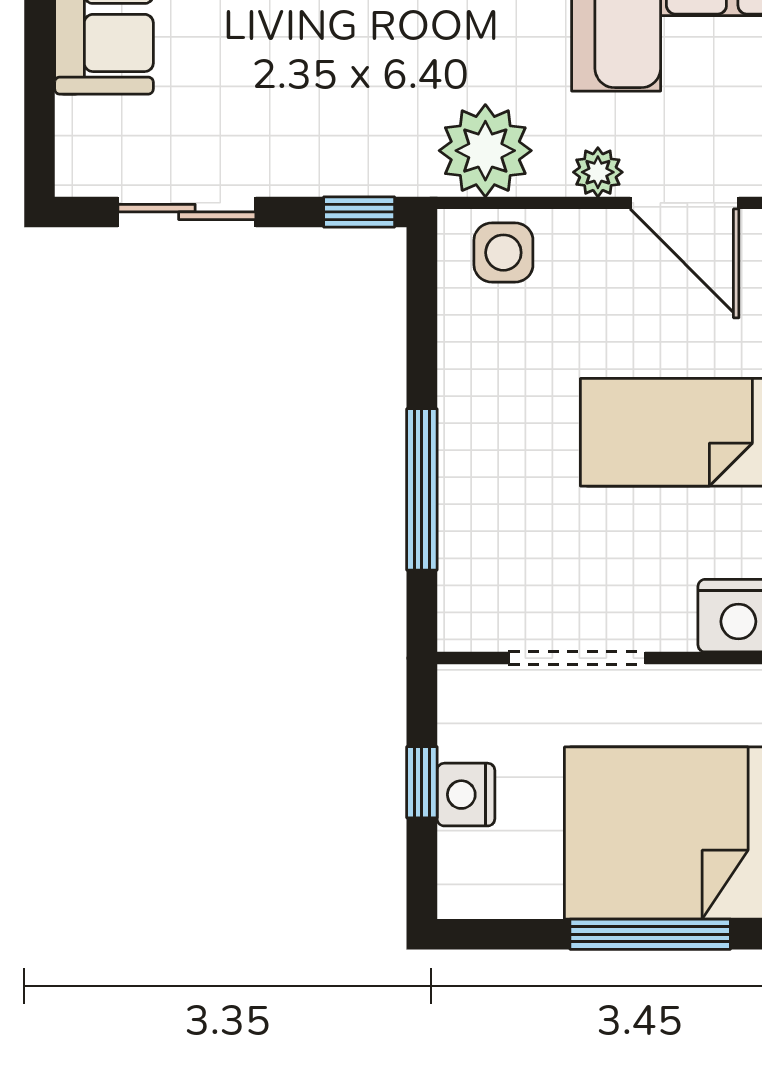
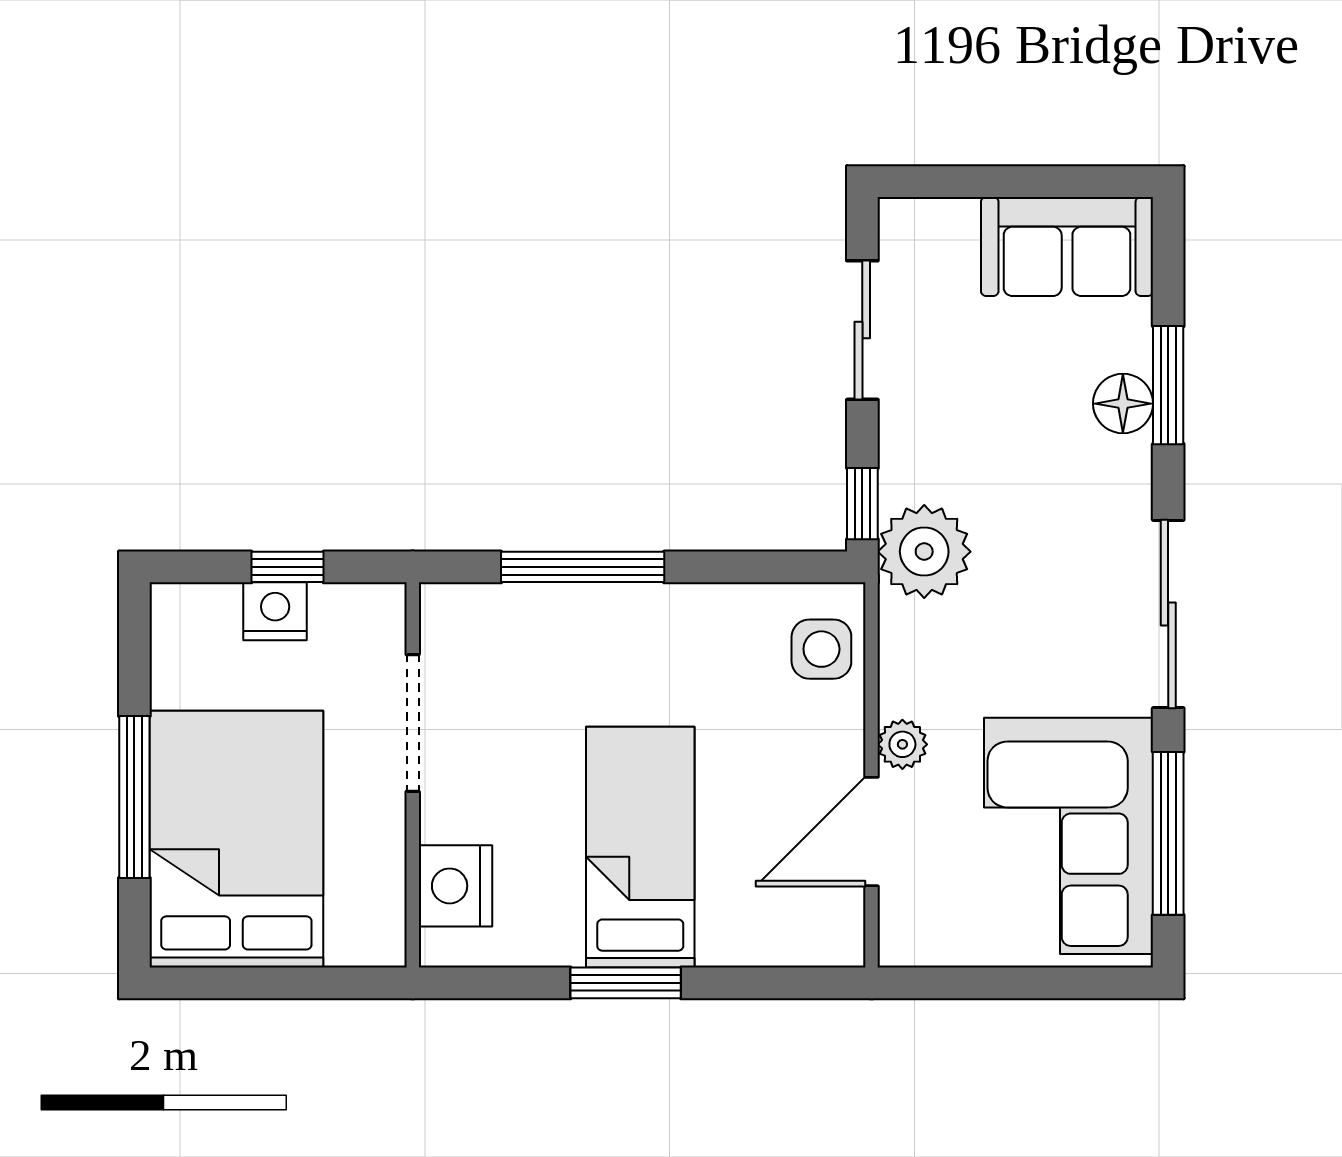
plant: (485, 151) -> (924, 552), moved

